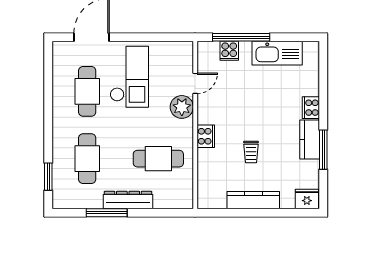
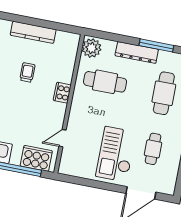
cooker: (229, 51) -> (36, 158), width x1.87, depth x1.31
cafe table: (87, 91) -> (153, 149), width x0.73, depth x0.74
plant: (182, 107) -> (91, 48), moved

